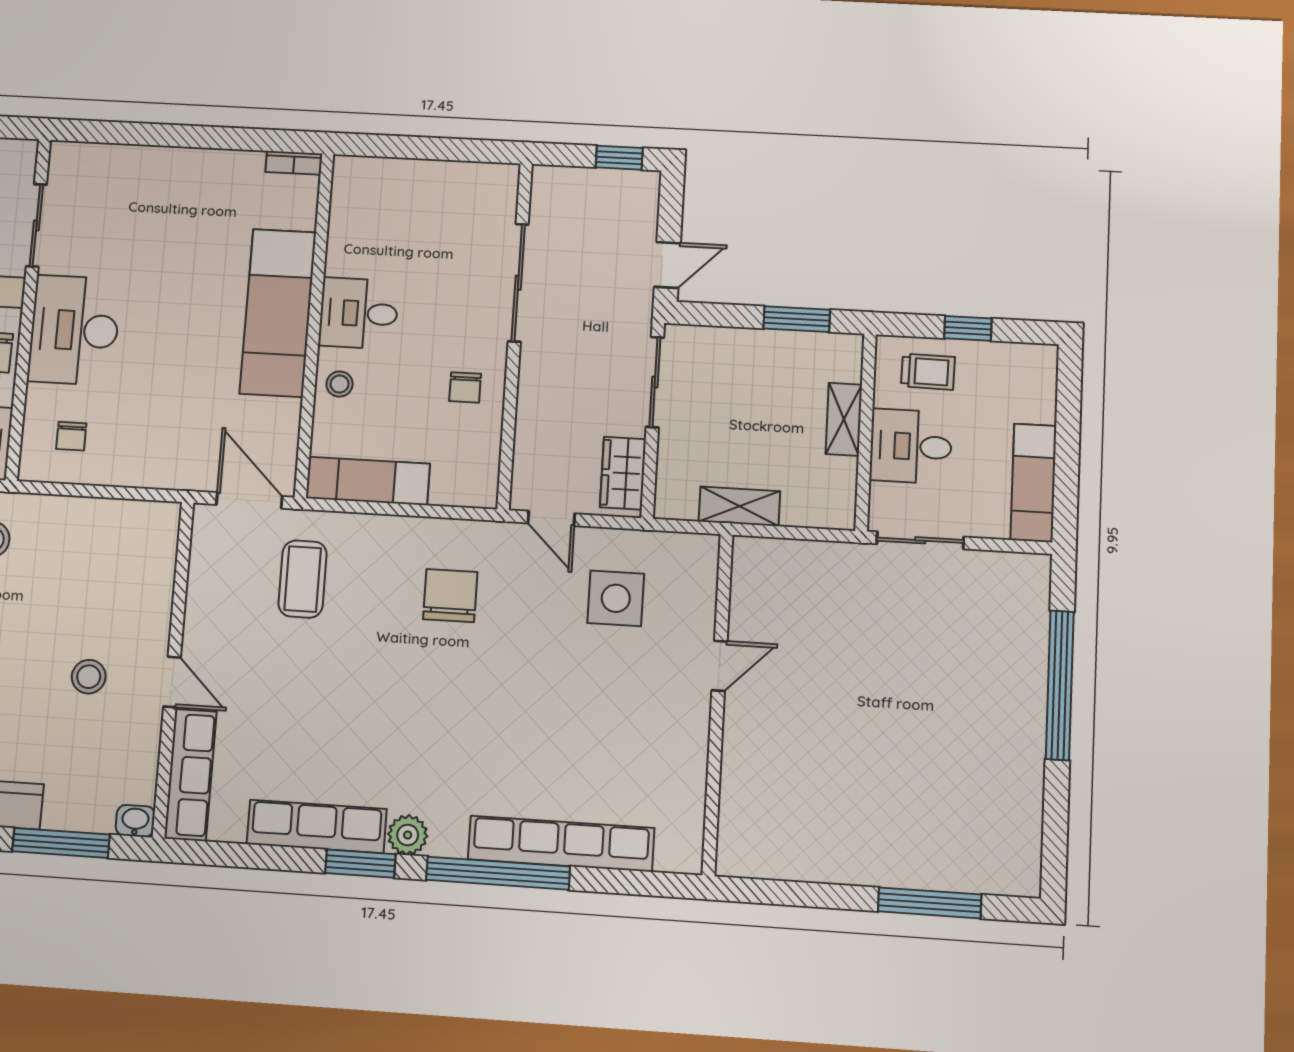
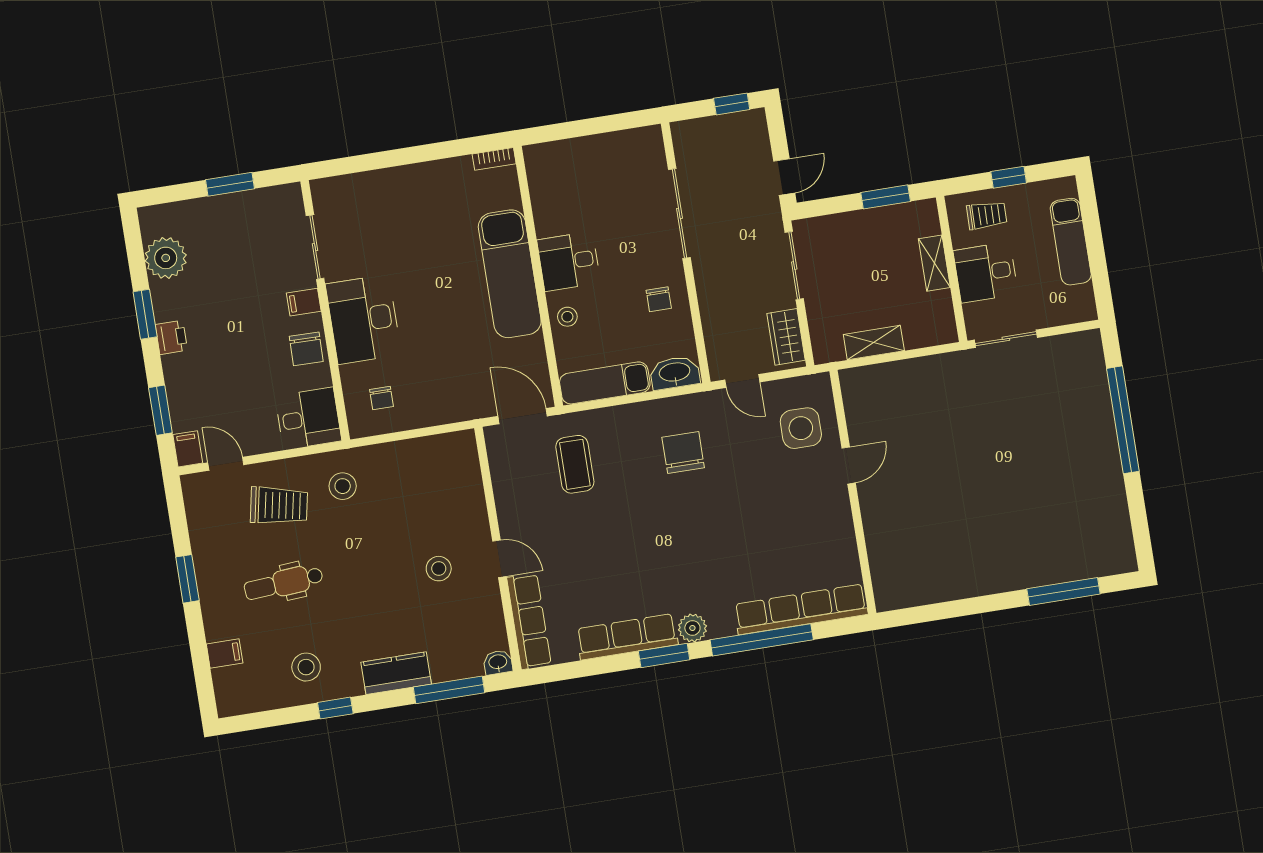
exam couch: (1033, 483) -> (1071, 242), moved
washbasin: (464, 488) -> (675, 373), added
door: (719, 666) -> (849, 465), moved
wall: (717, 703) -> (853, 492), moved

